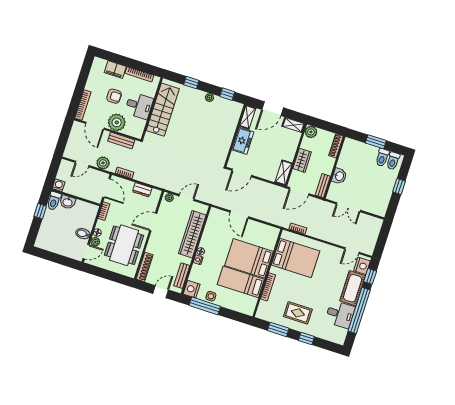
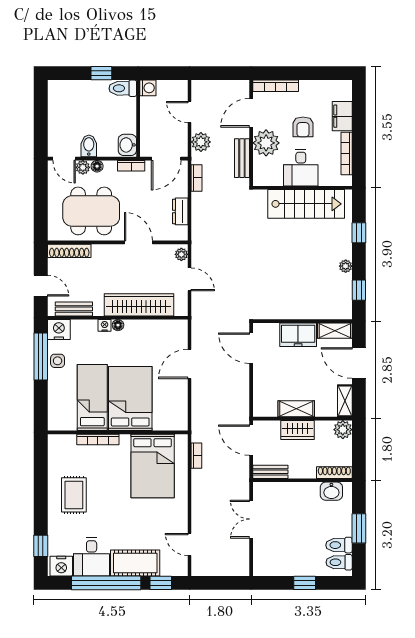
shelving: (284, 173) -> (296, 409), moved
washbasin: (339, 176) -> (331, 491), moved
washbasin: (68, 202) -> (127, 145), moved
nightstand: (362, 266) -> (61, 566), moved
window: (278, 329) -> (41, 474), removed
window: (306, 338) -> (41, 546), moved

